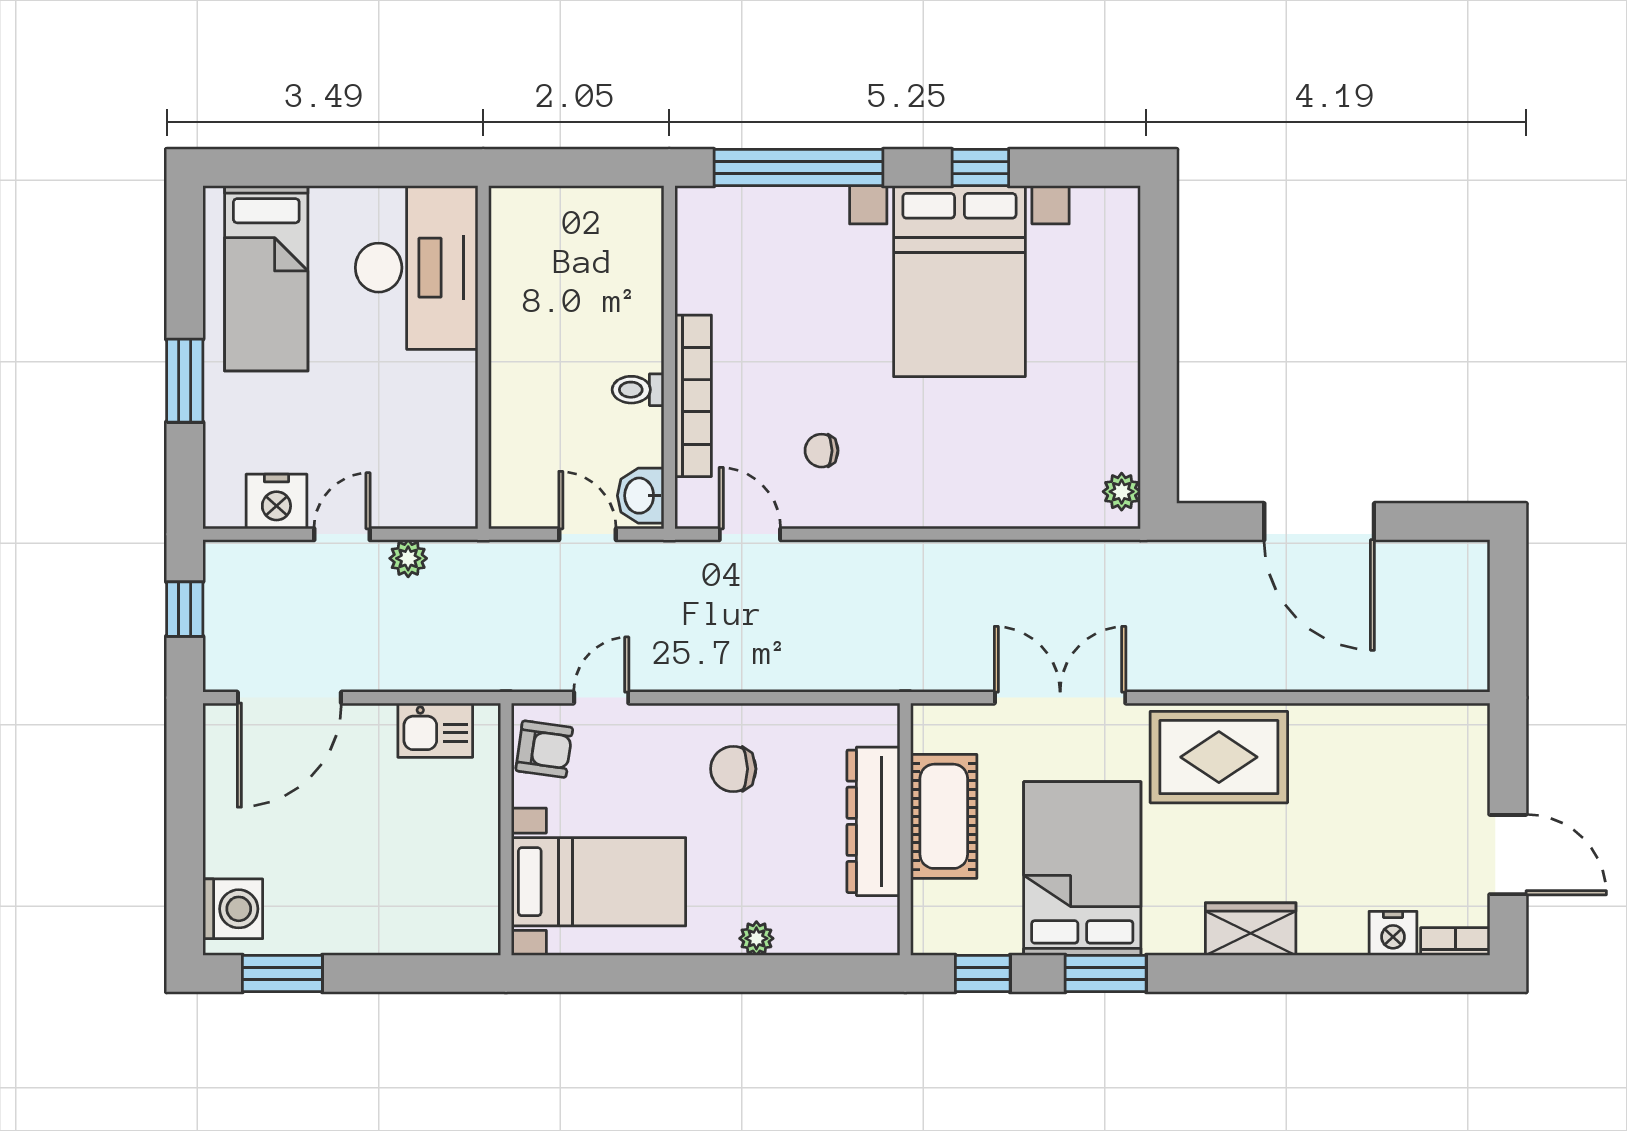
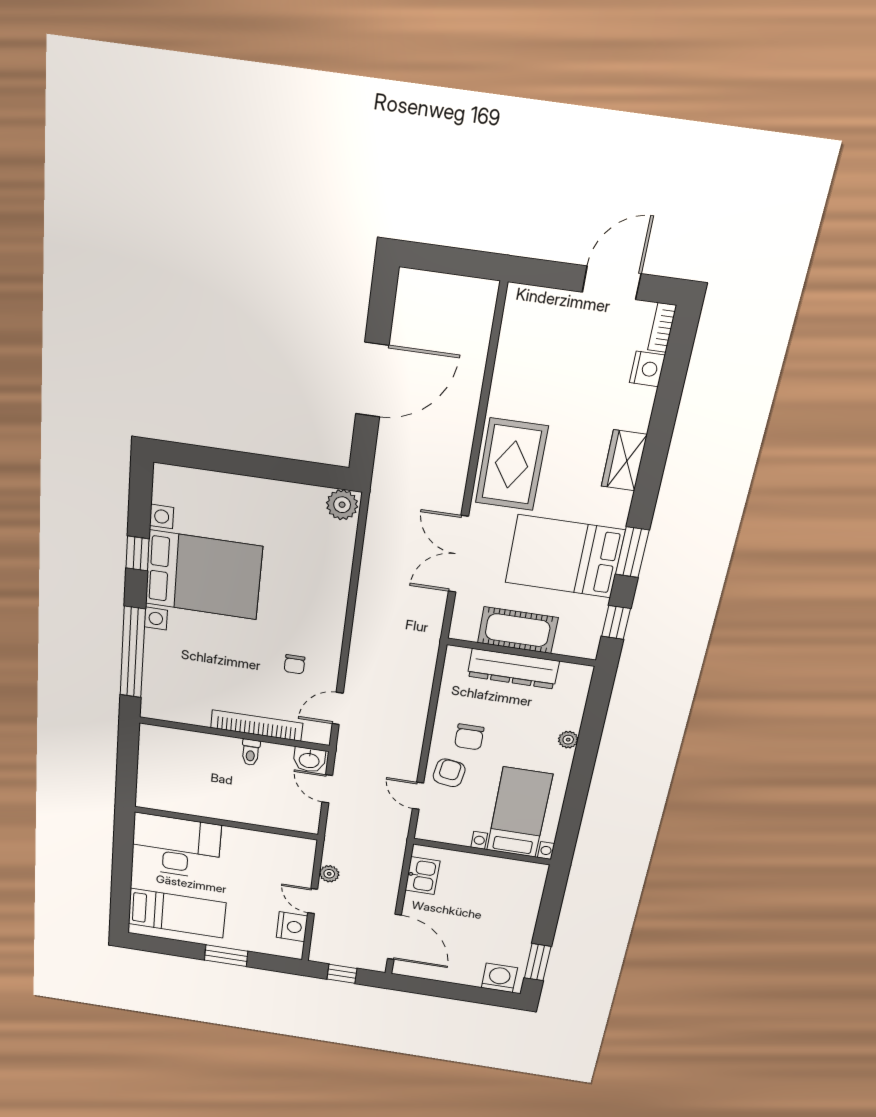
plant: (1122, 492) -> (342, 505), width x1.38, depth x1.38
door: (587, 534) -> (327, 789), hinge flipped
armchair: (544, 749) -> (449, 773), moved

